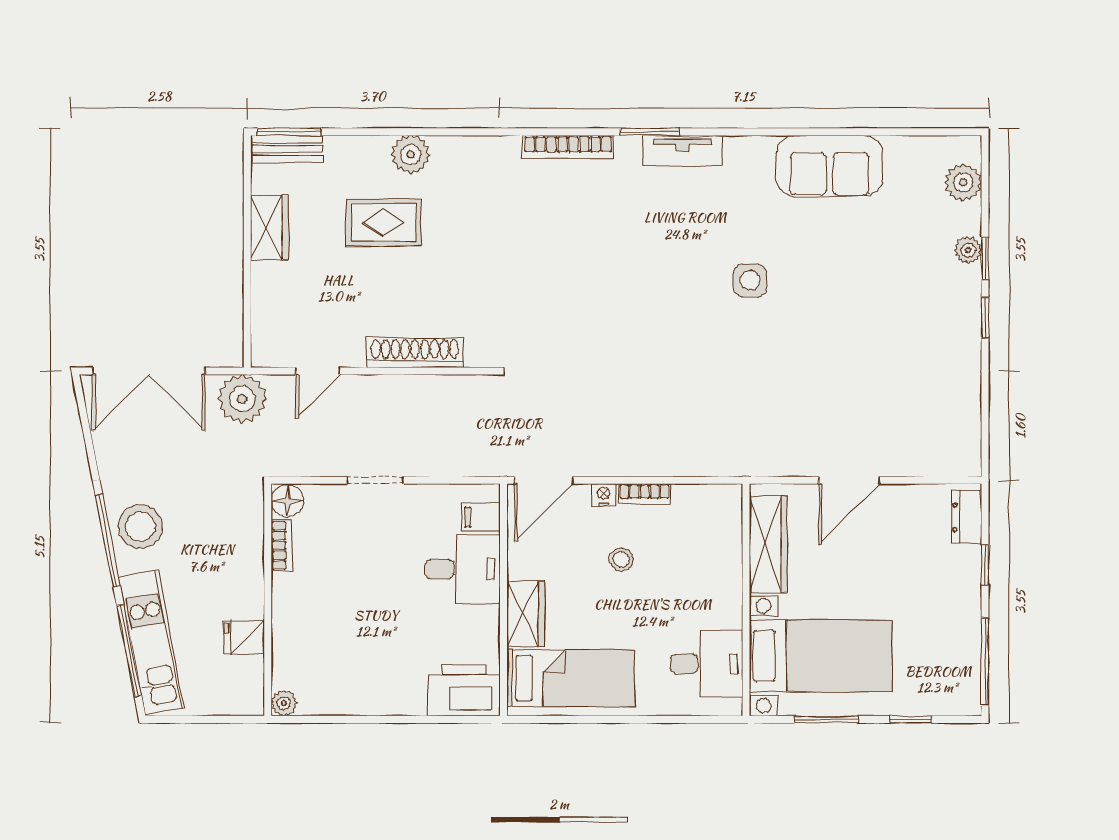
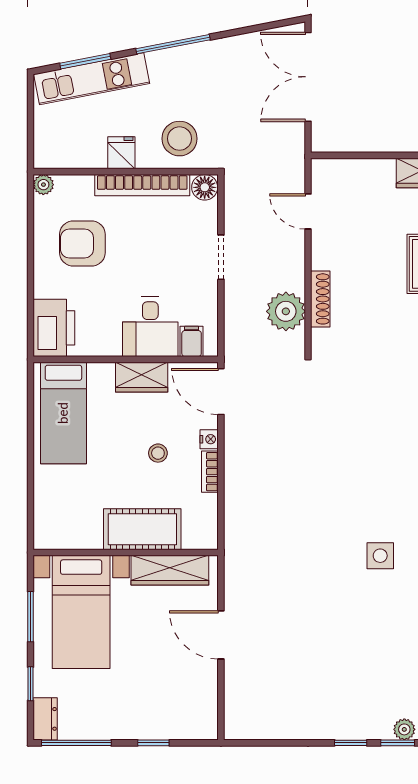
shoe rack: (415, 353) -> (320, 299), width x0.74, depth x0.81
plant: (242, 399) -> (286, 311), moved
dresser: (967, 517) -> (45, 719), moved, turned 90
stool: (140, 527) -> (180, 139), moved
bookcase: (281, 545) -> (142, 185), width x2.31, depth x1.31
cot: (717, 579) -> (142, 529), added
wardrobe: (526, 614) -> (142, 377), moved
fridge: (244, 637) -> (121, 153), moved
window: (129, 651) -> (85, 61), width x0.69
armchair: (358, 654) -> (82, 244), added
desk: (707, 664) -> (75, 521), removed

